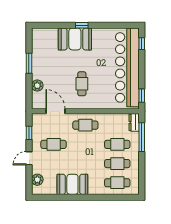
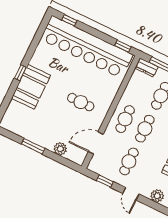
cafe table: (85, 144) -> (145, 129), added

